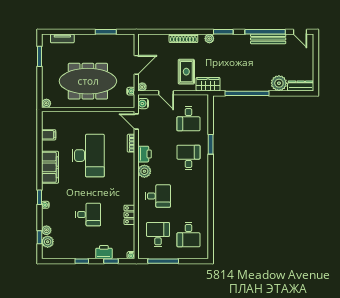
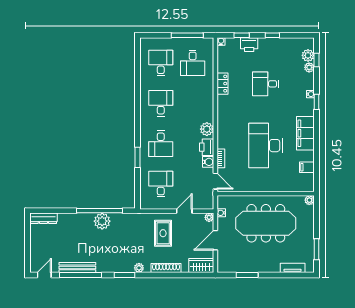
door: (300, 32) -> (44, 275), hinge flipped
plant: (279, 83) -> (102, 221), moved
wardrobe: (208, 84) -> (201, 265), moved, turned 180
door: (166, 93) -> (184, 211), hinge flipped
water cooler: (143, 104) -> (208, 162), moved
desk: (158, 196) -> (161, 103), moved, turned 90

